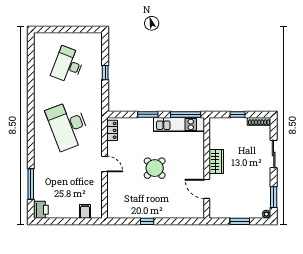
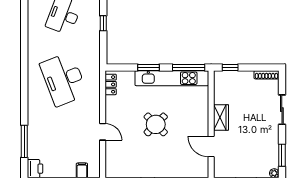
window: (238, 114) -> (230, 68), moved
kitchen unit: (179, 124) -> (172, 78), width x1.36
door: (105, 164) -> (103, 132), moved

